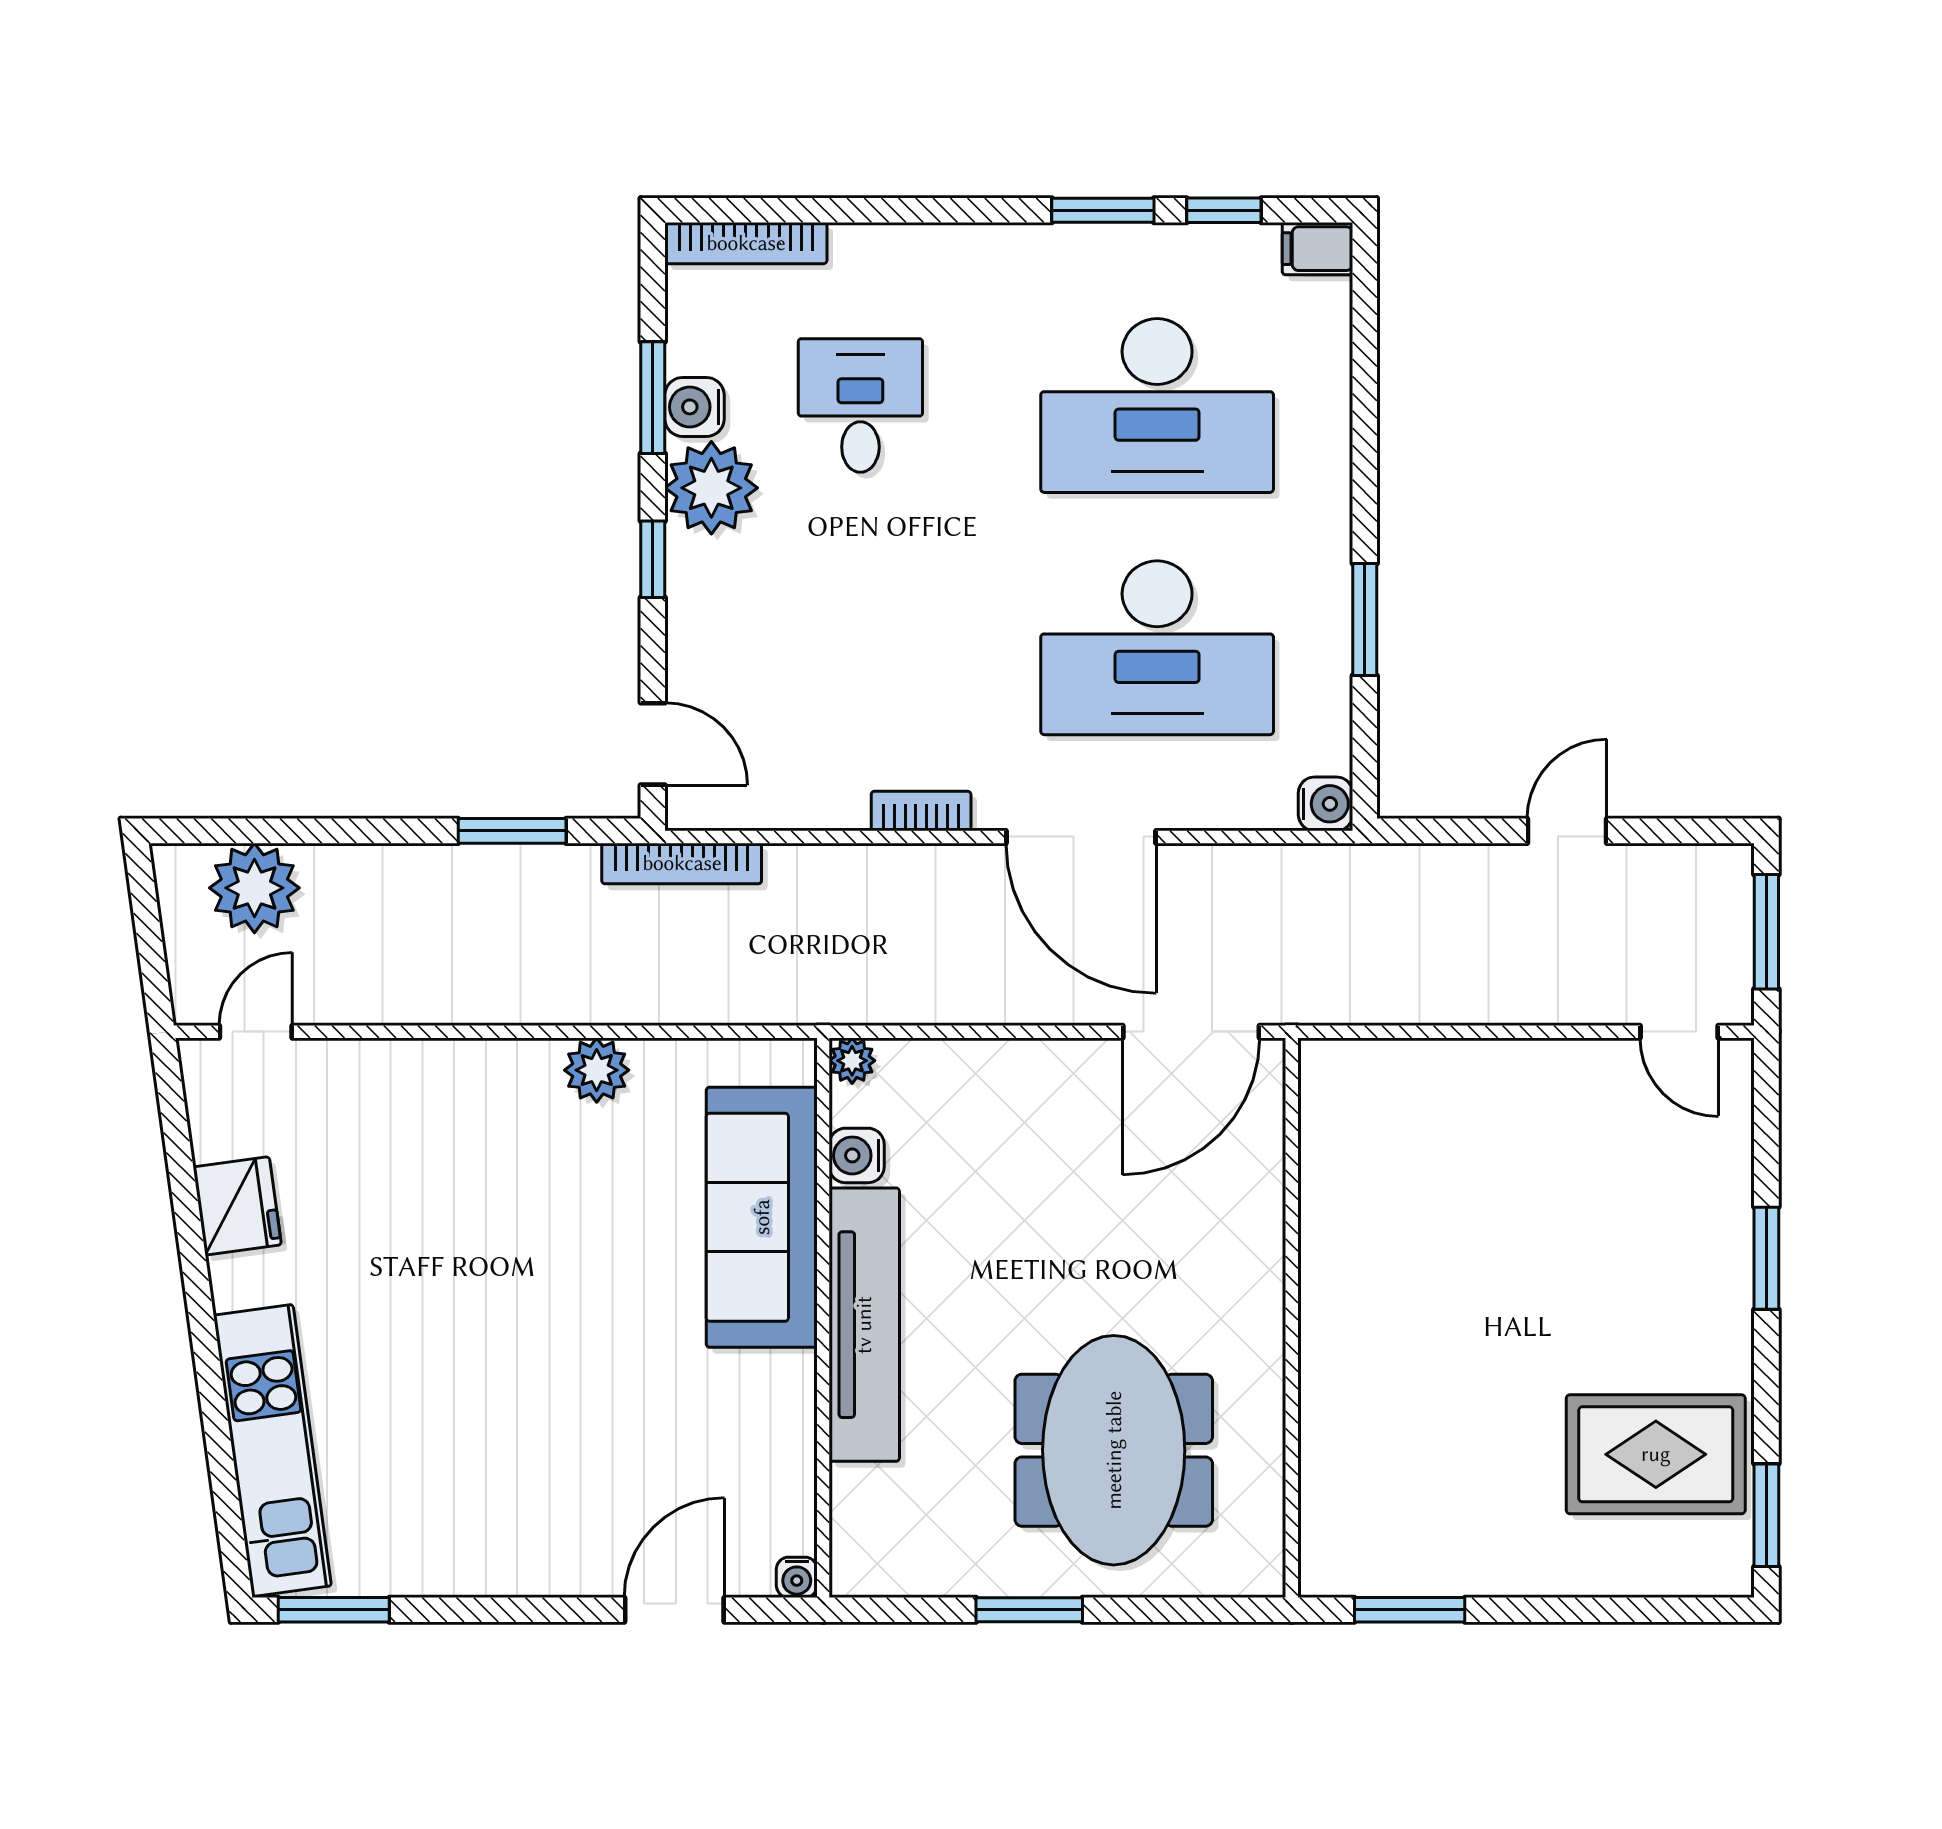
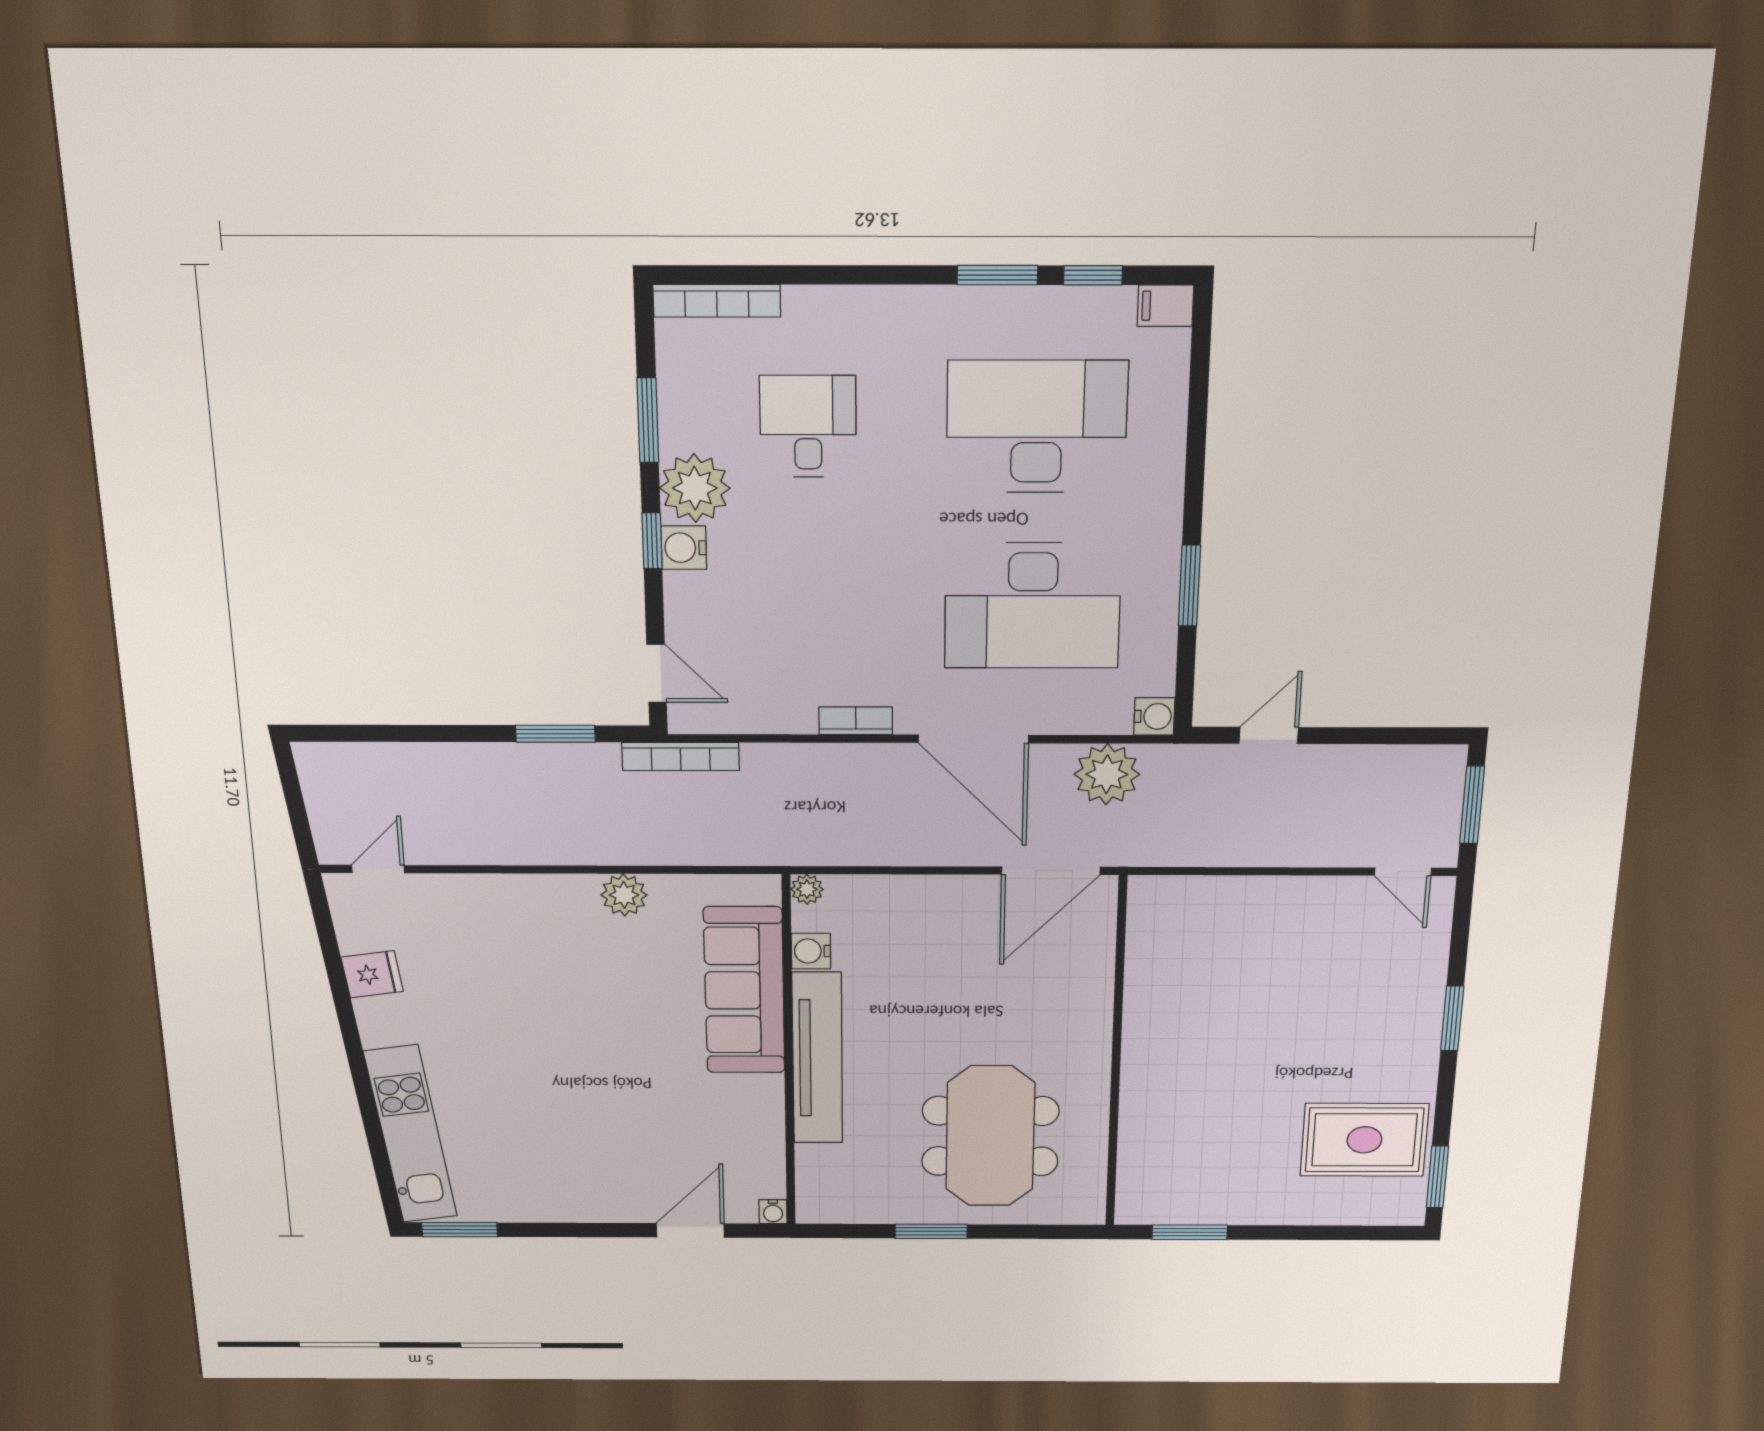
desk: (1157, 405) -> (1037, 427), turned 180
water cooler: (695, 407) -> (684, 548), moved
door: (1567, 831) -> (1269, 735), moved
plant: (254, 888) -> (1107, 774), moved
fridge: (237, 1206) -> (372, 974), width x0.72

